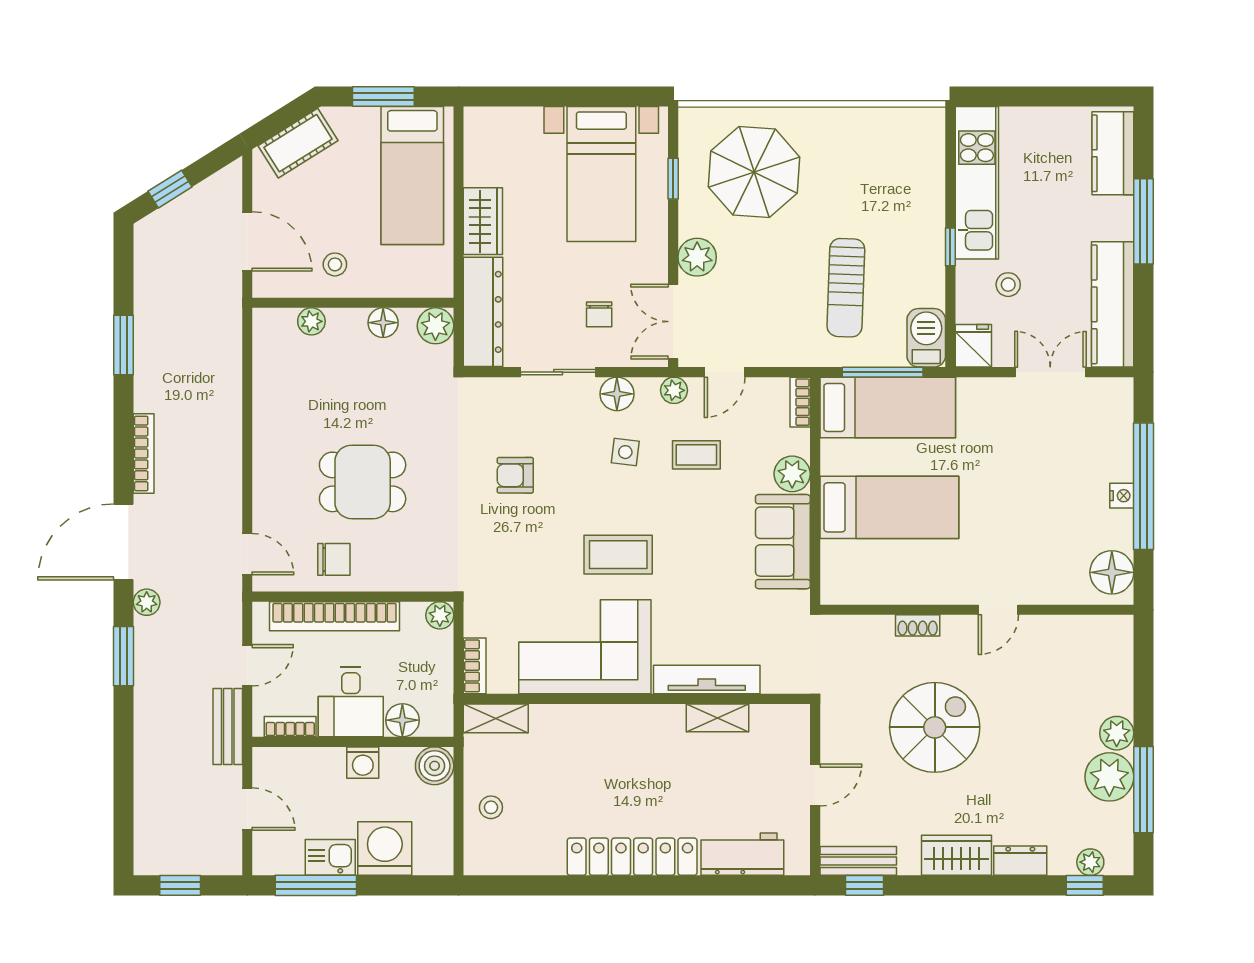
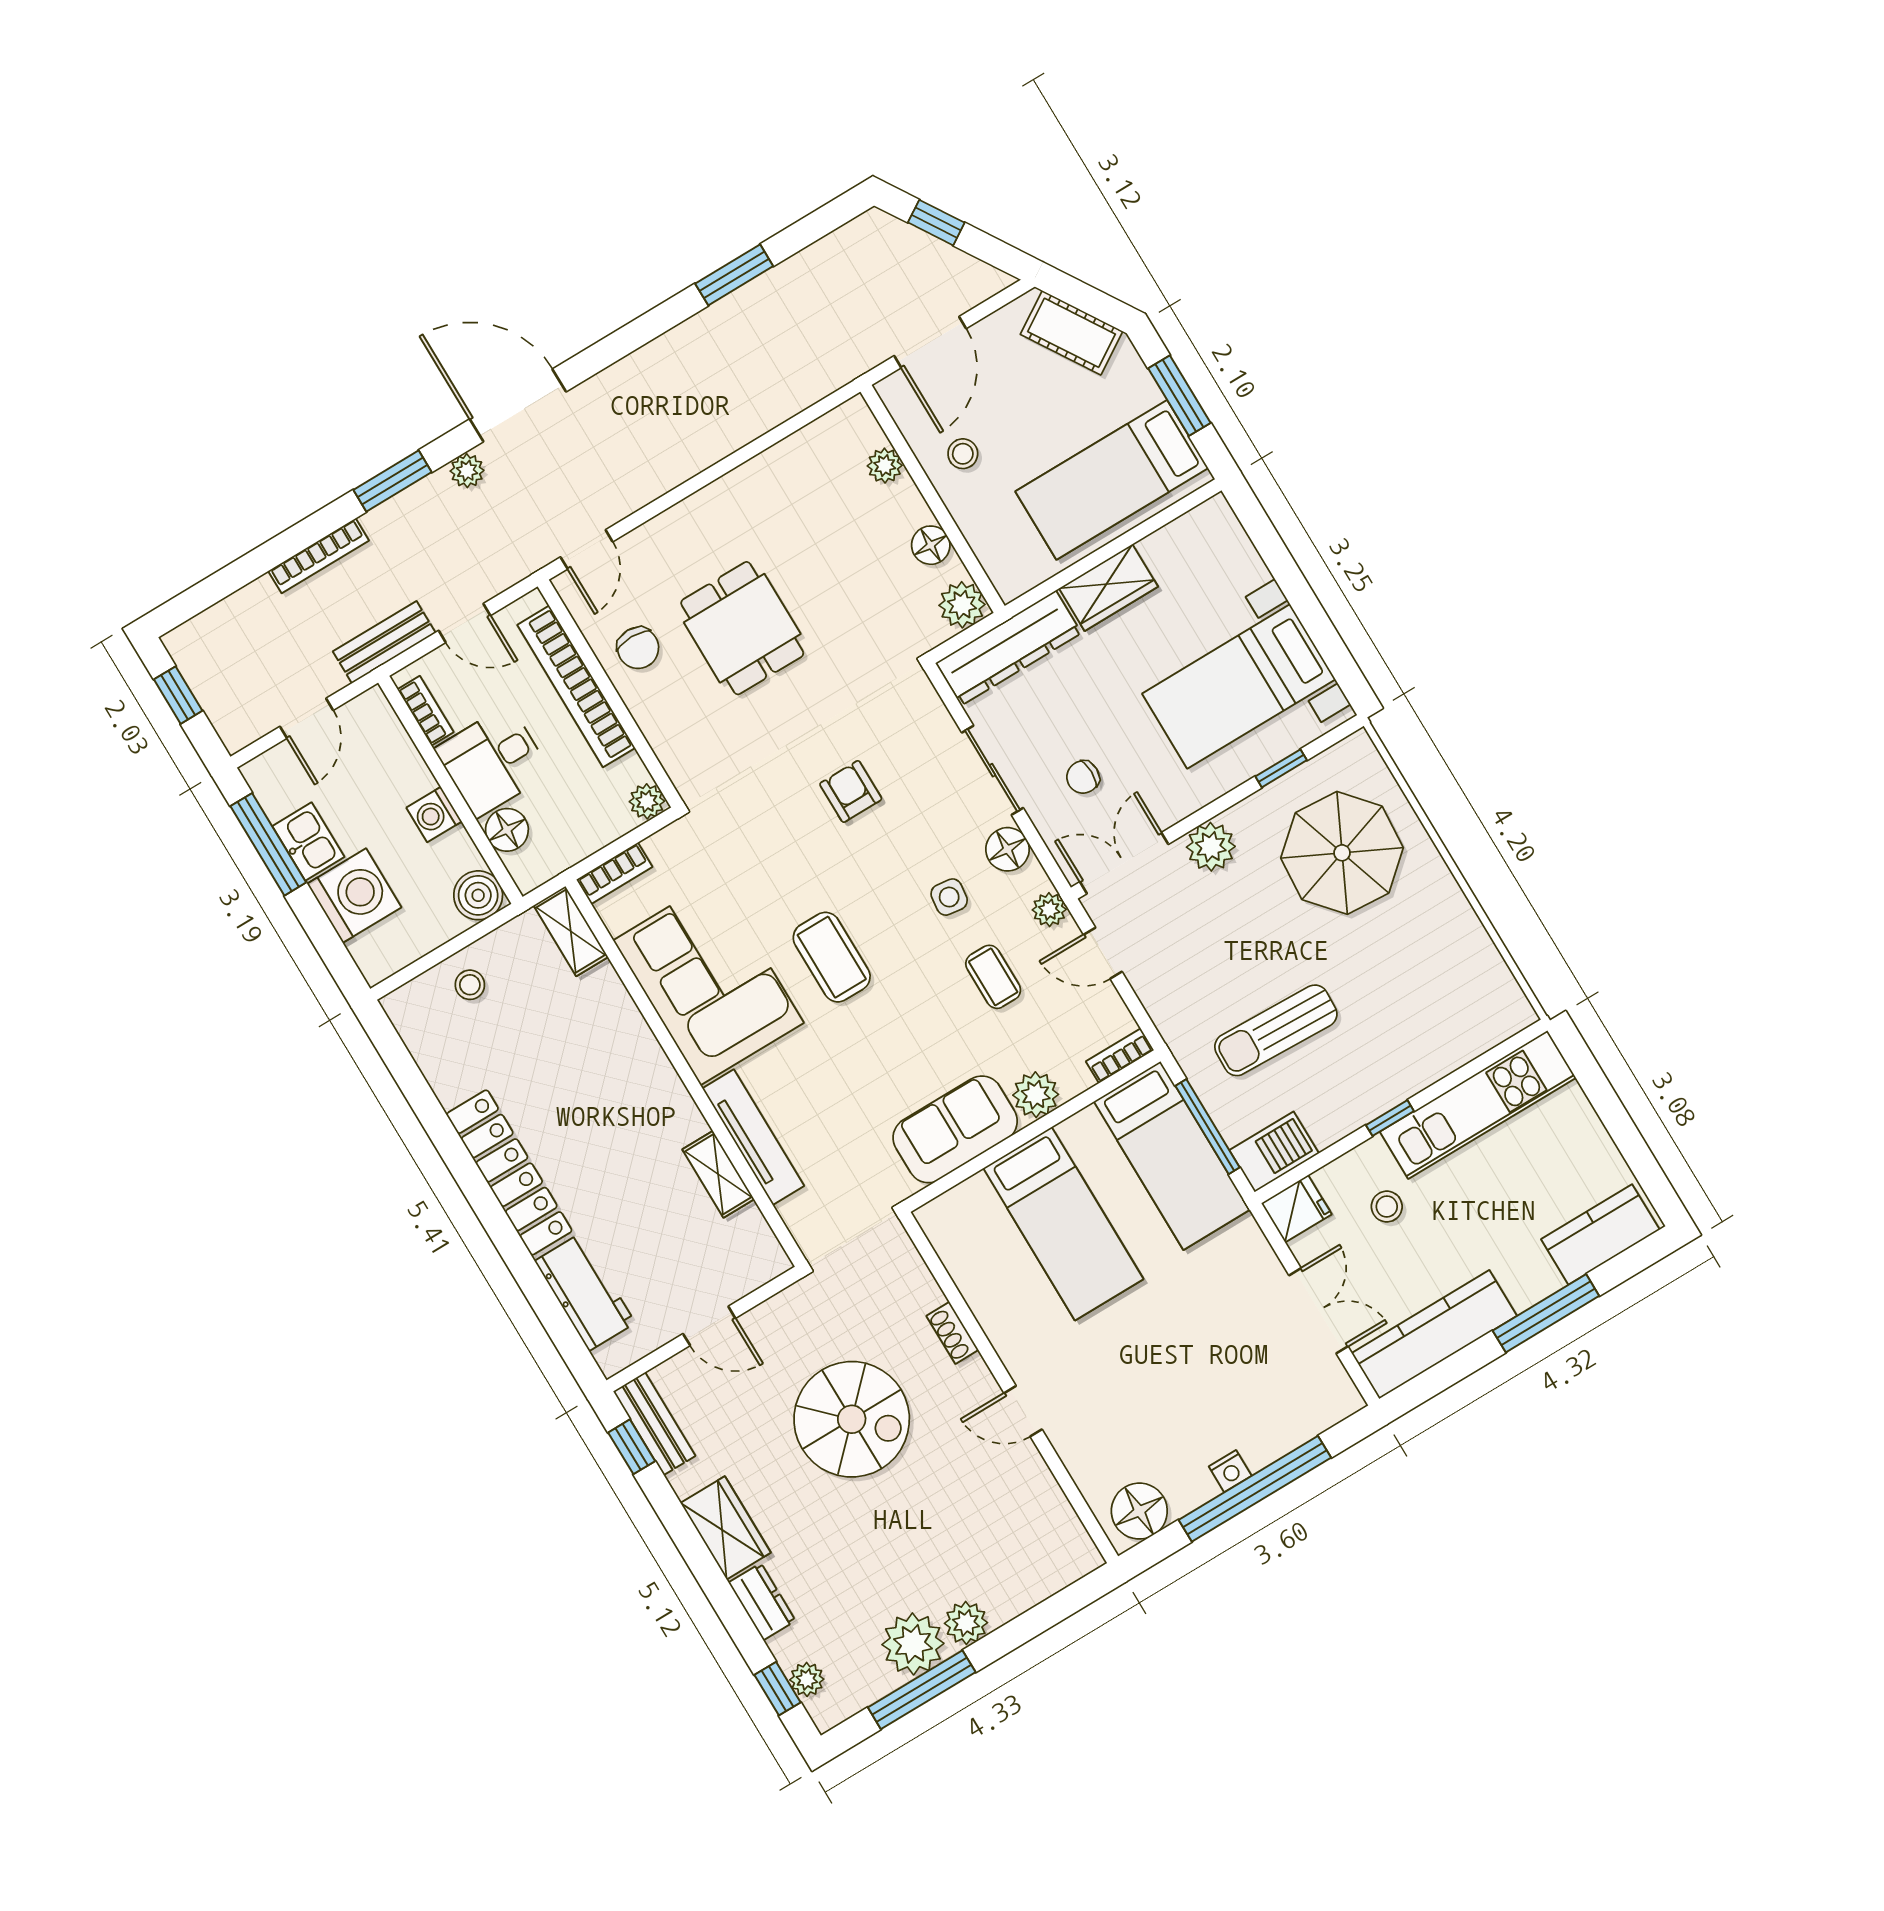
bookcase: (144, 453) -> (319, 556), moved

